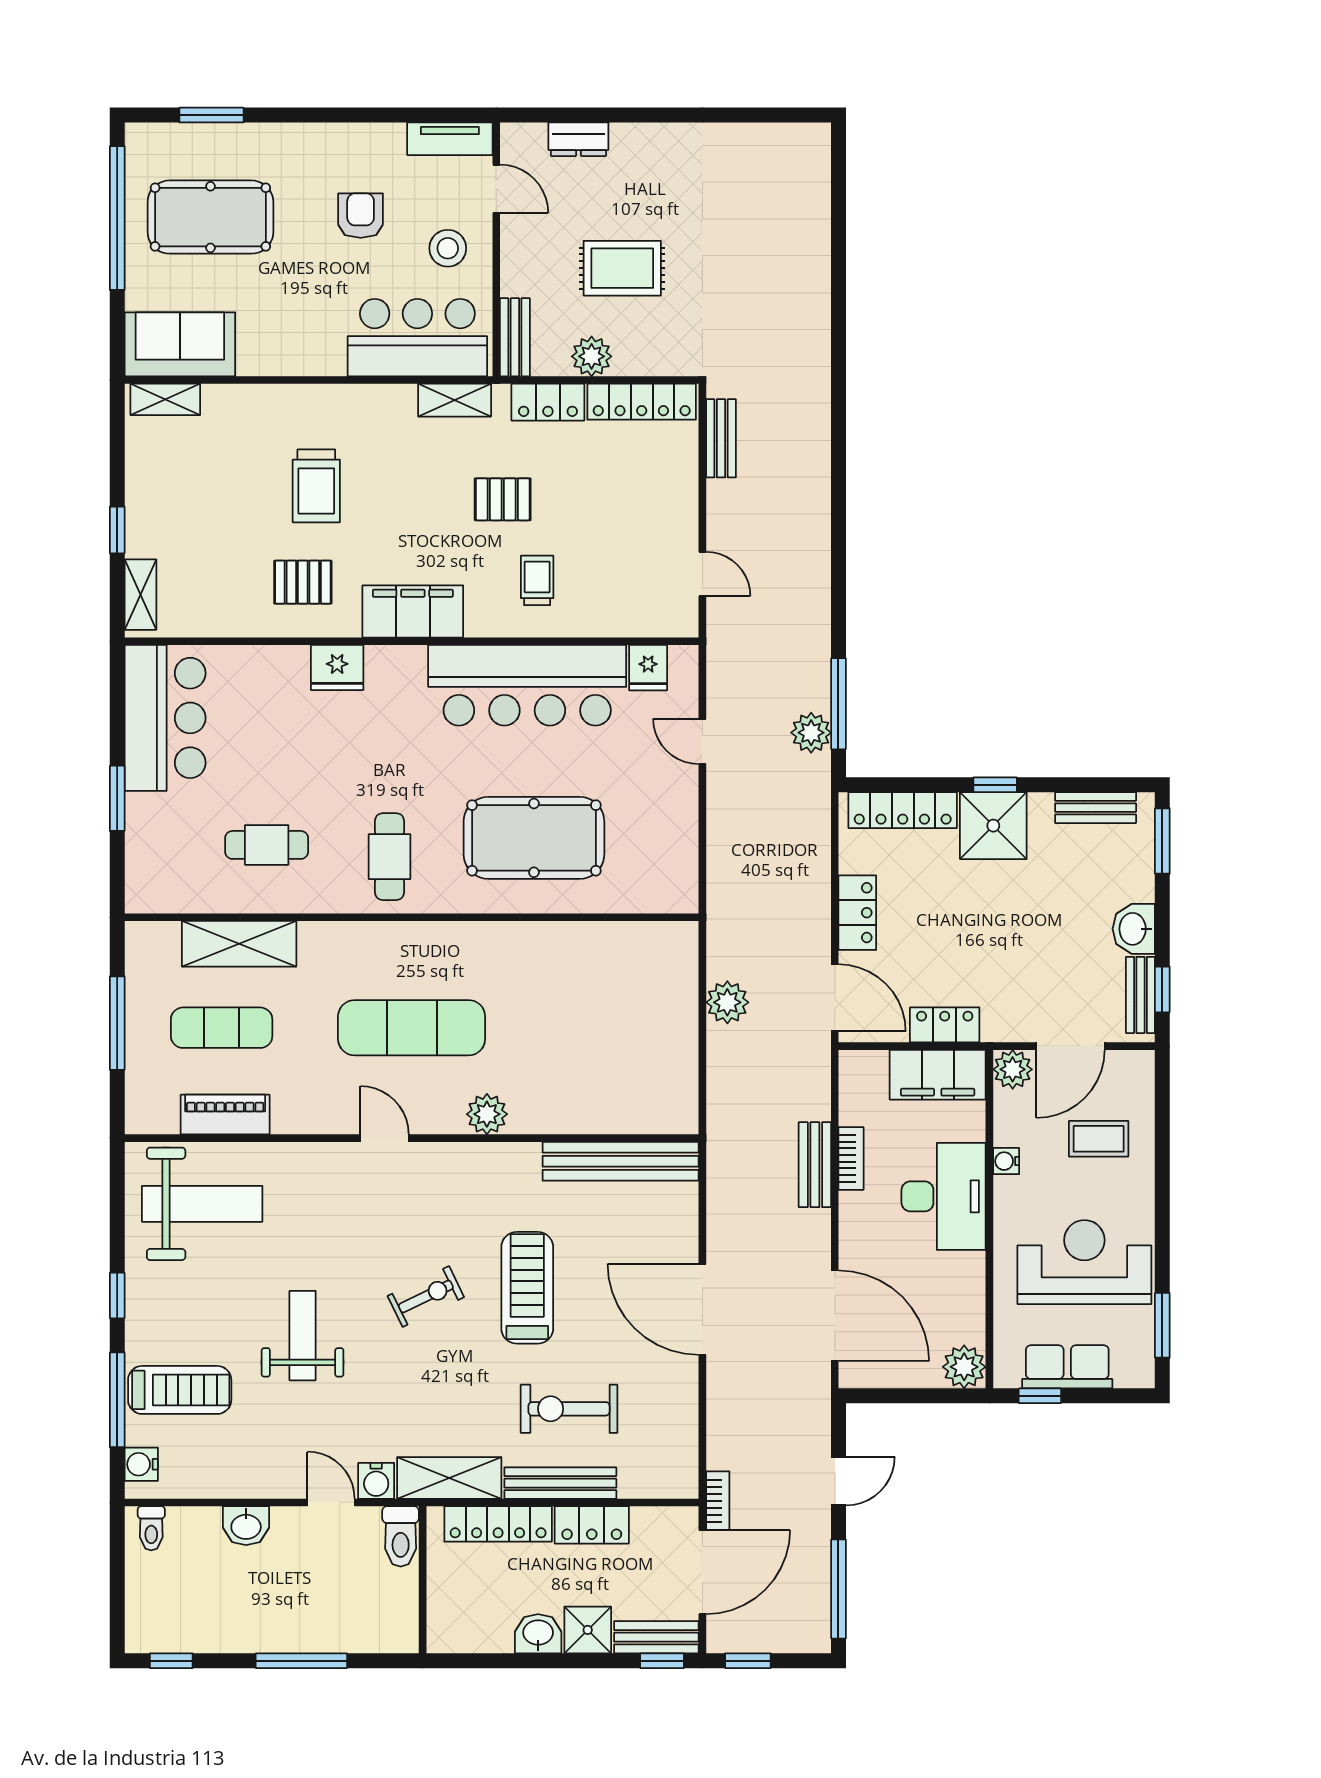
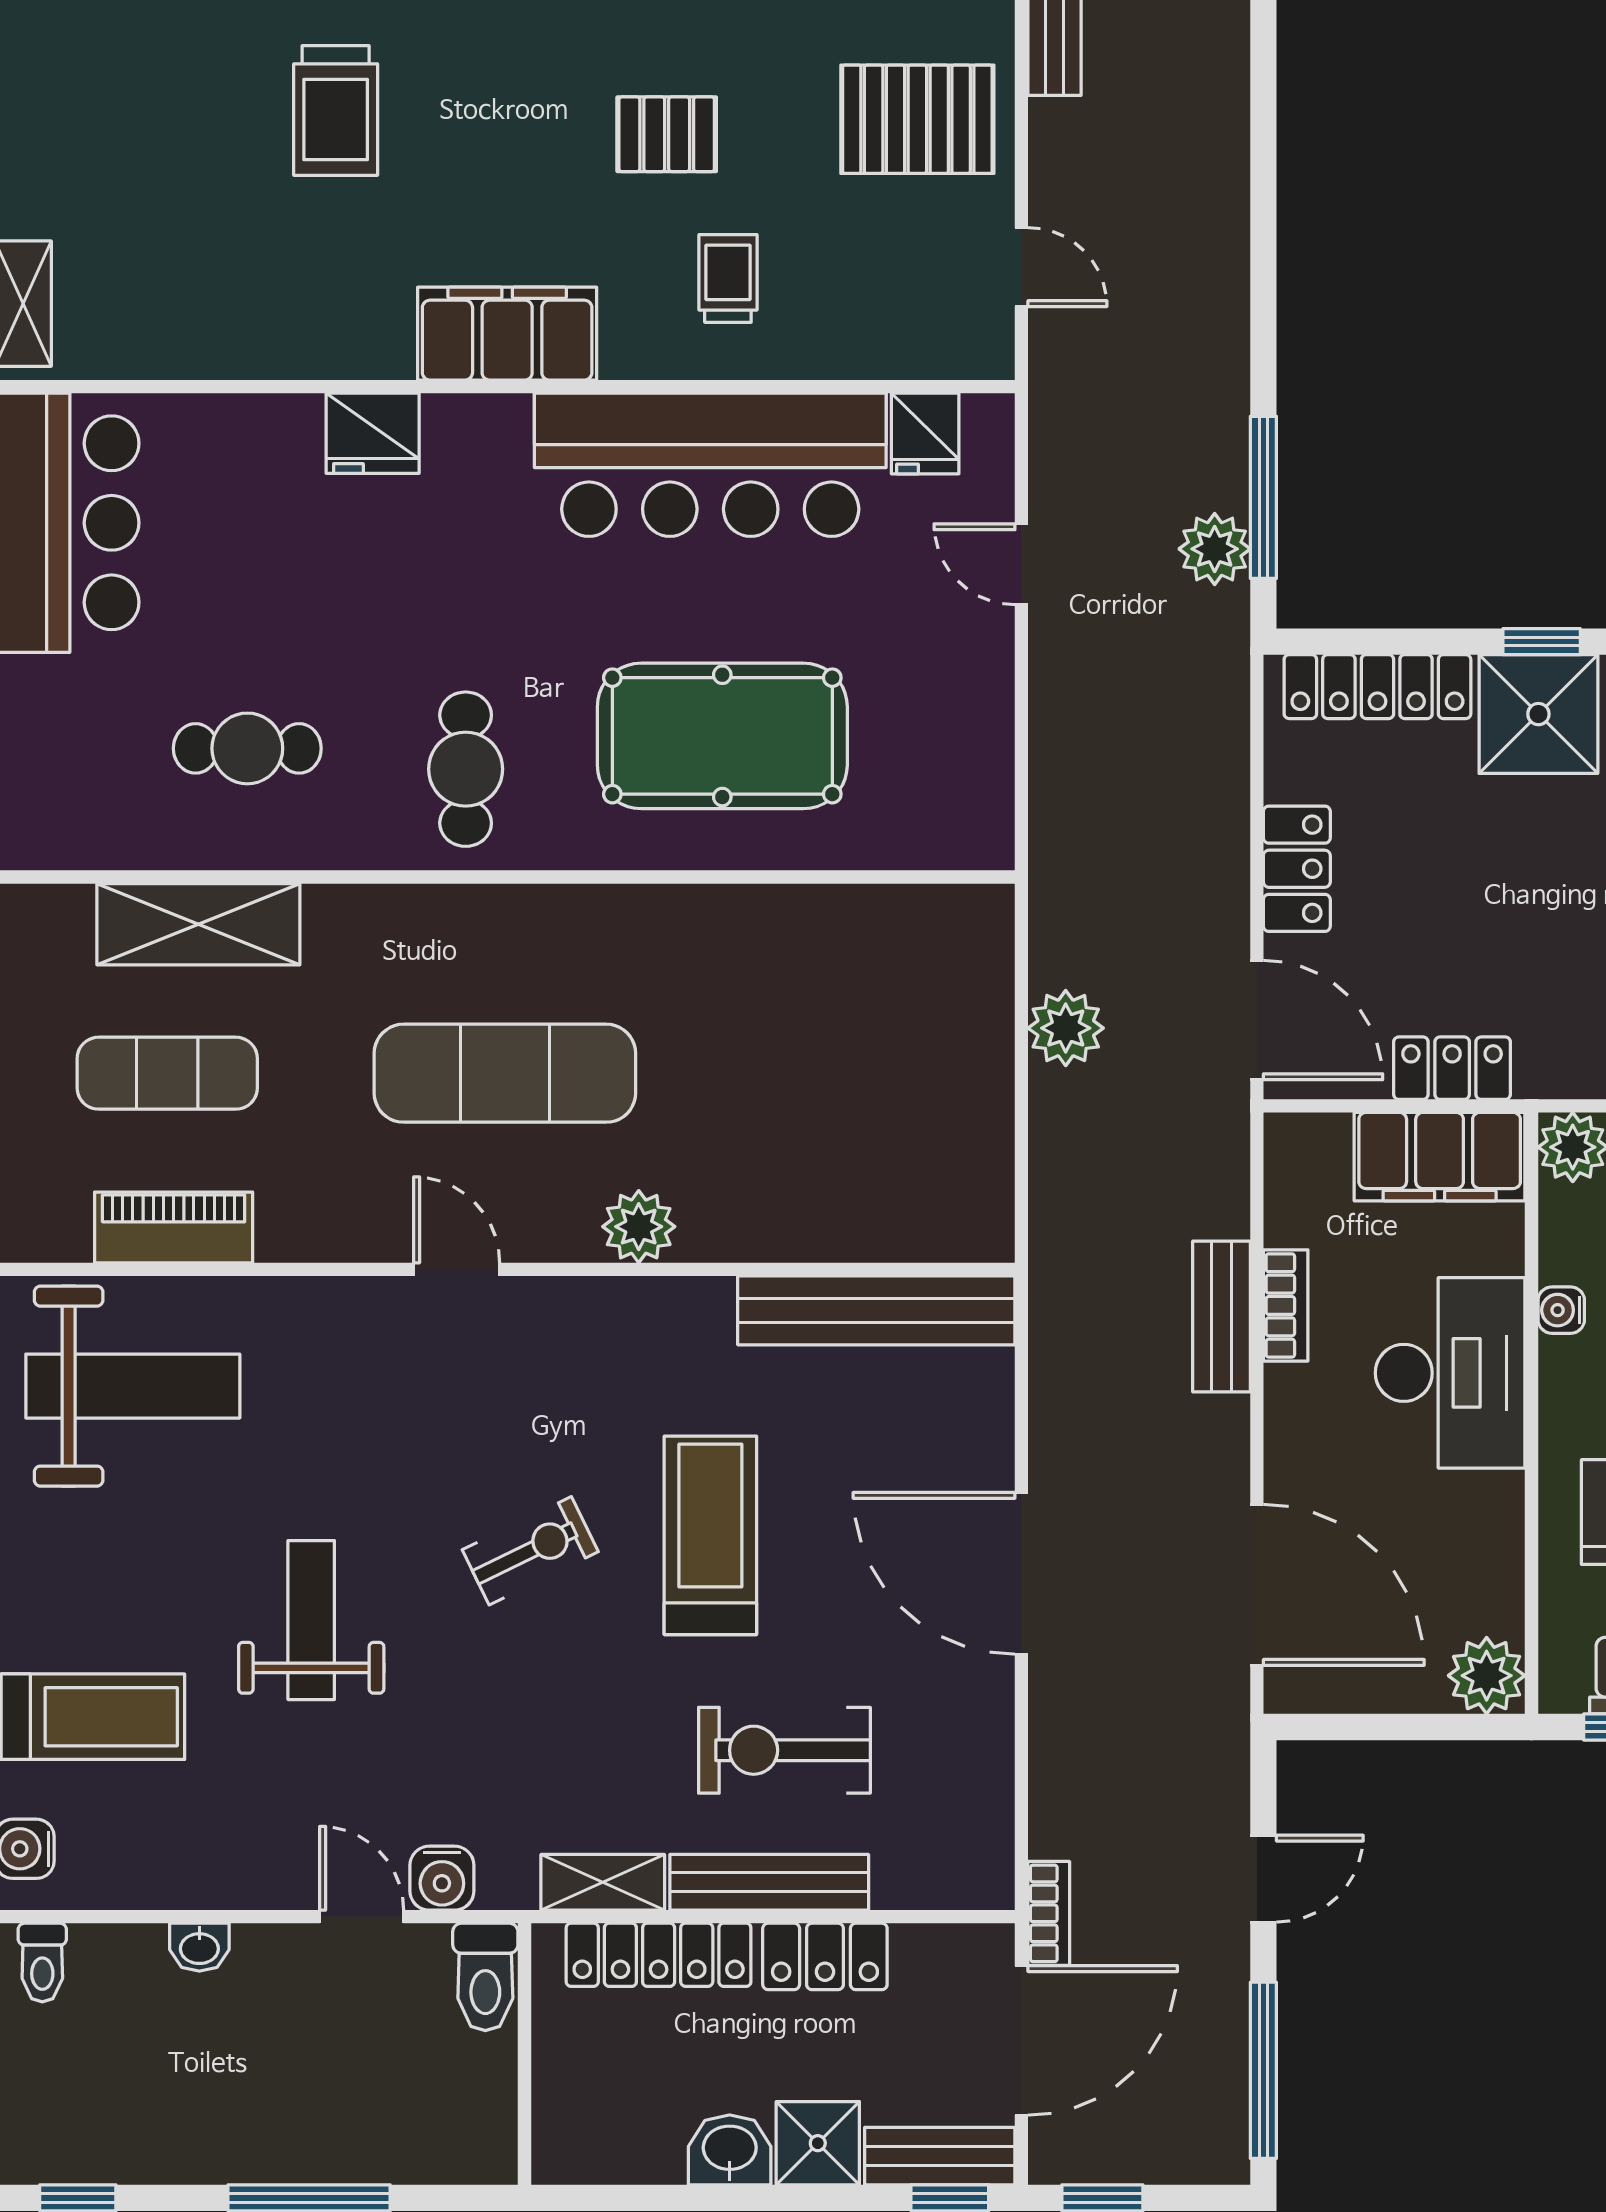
pallet: (303, 582) -> (917, 119), moved, width x1.50, depth x1.42
shelving: (449, 1478) -> (603, 1882), width x0.67, depth x0.75
washbasin: (246, 1526) -> (199, 1947), width x0.72, depth x0.69

